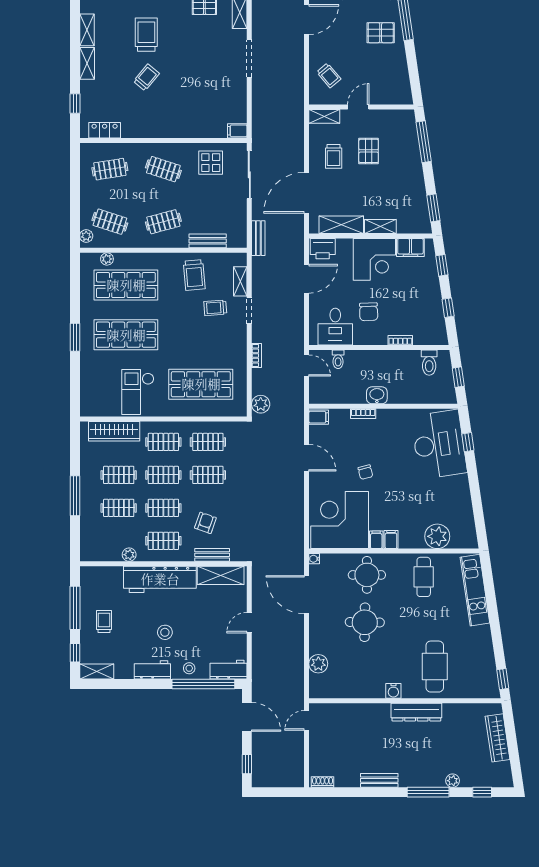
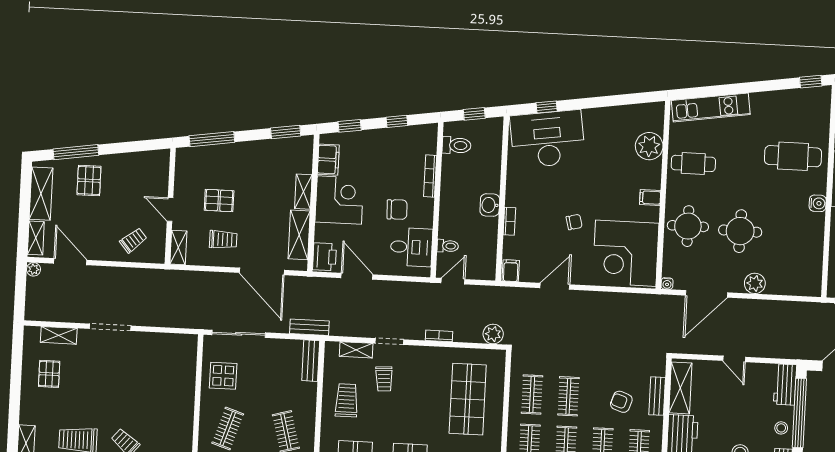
filing cabinet: (237, 131) -> (190, 345), removed
bench: (208, 241) -> (311, 361), moved
trolley: (194, 275) -> (347, 400), turned -85
bookcase: (400, 340) -> (430, 176), width x1.56
filing cabinet: (376, 540) -> (650, 214), removed
plant: (318, 664) -> (755, 283), moved

